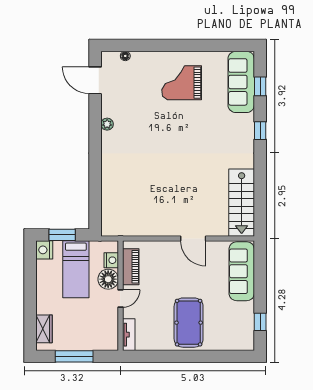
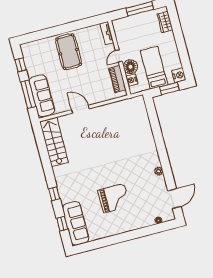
door: (95, 80) -> (174, 199), hinge flipped
grand piano: (182, 83) -> (114, 198), moved
window: (260, 278) -> (28, 94), added

